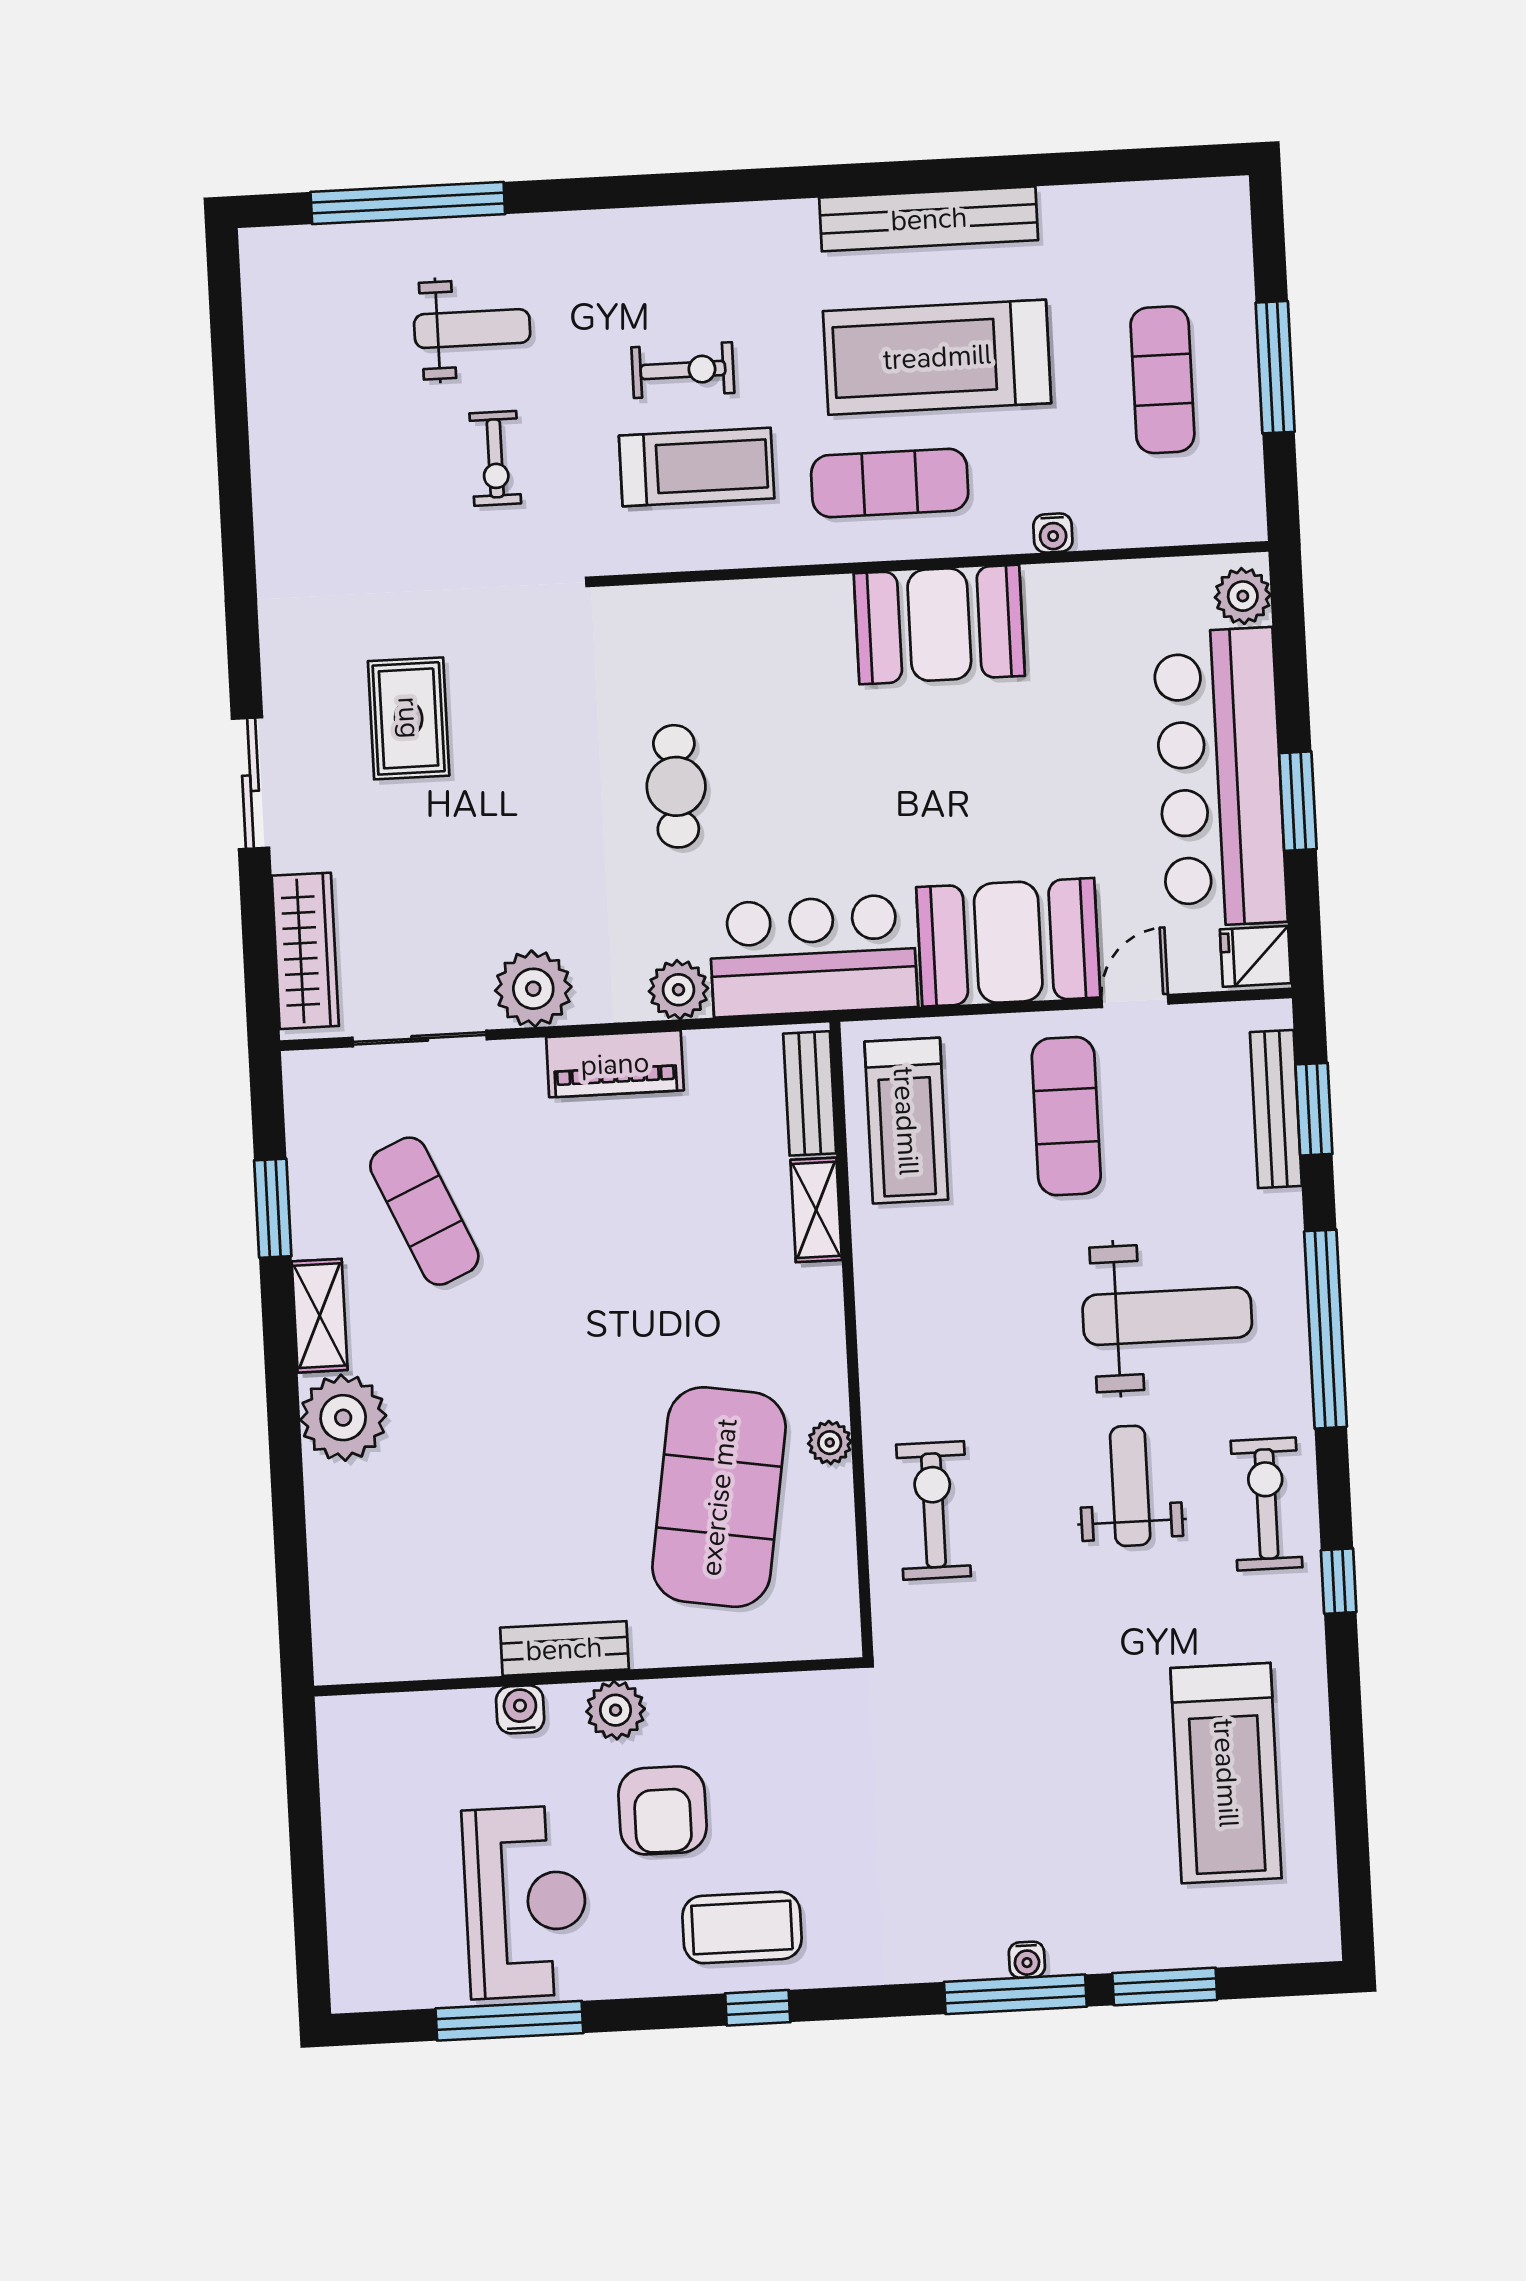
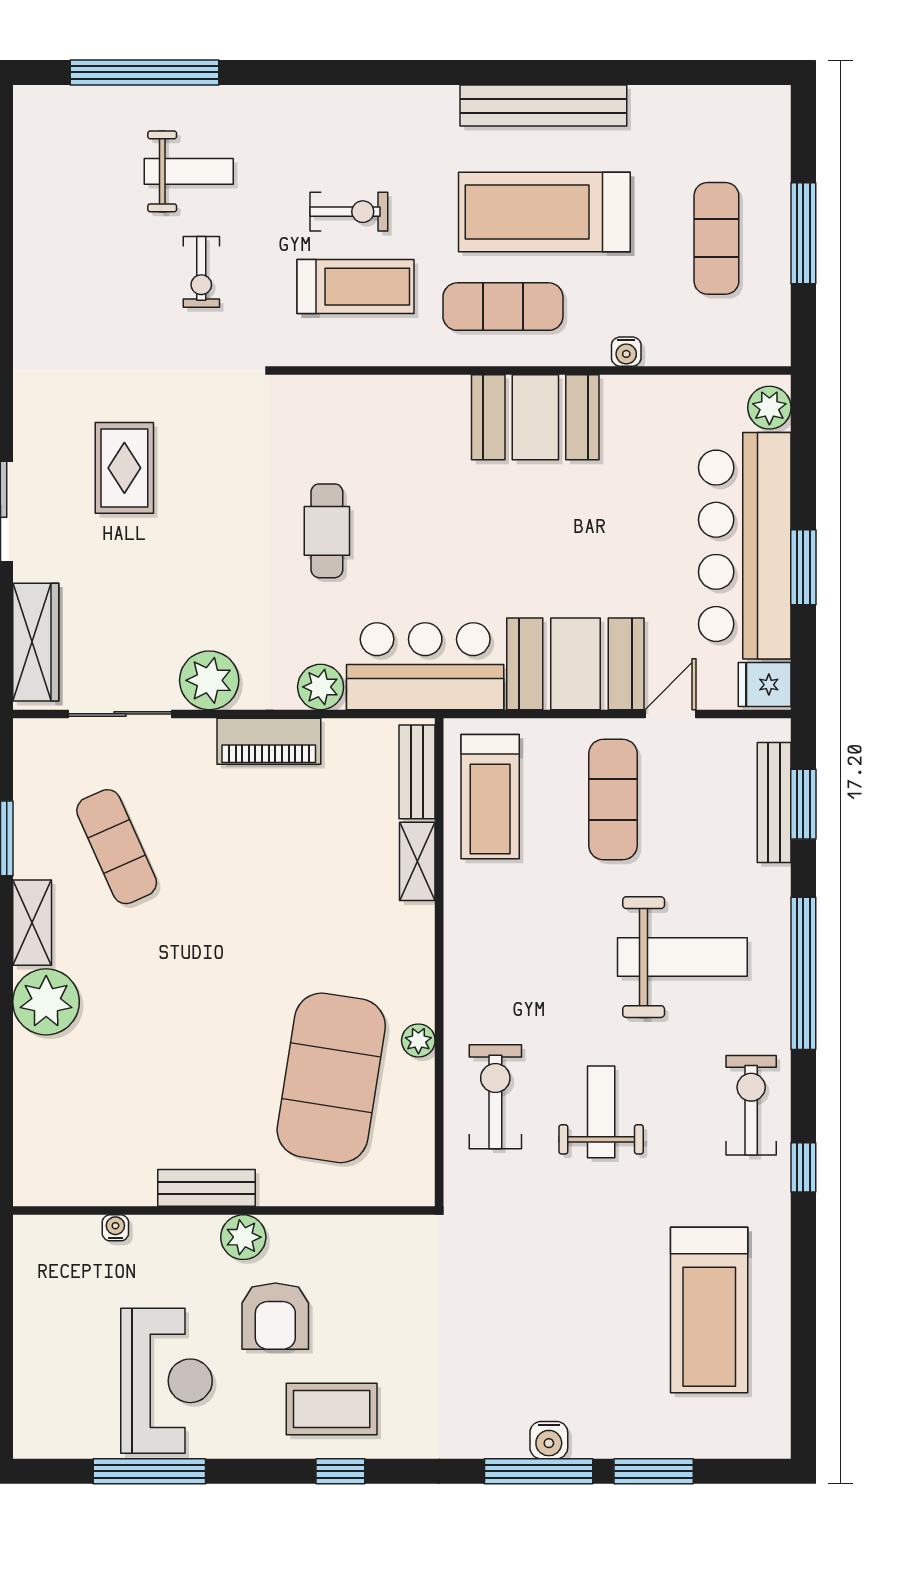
weight bench: (1130, 1486) -> (601, 1112), moved
water cooler: (520, 1709) -> (115, 1228), moved, width x0.72, depth x0.72
water cooler: (1027, 1960) -> (549, 1440), width x1.38, depth x1.38

